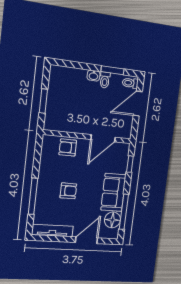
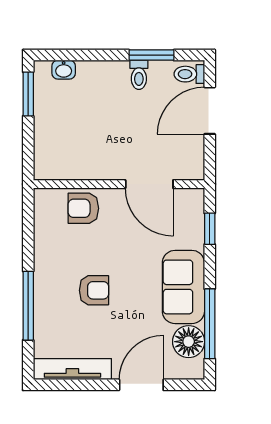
washbasin: (94, 76) -> (64, 70), moved
window: (43, 101) -> (28, 94), moved
door: (103, 138) -> (149, 184), hinge flipped

